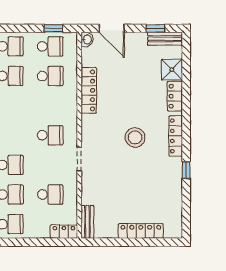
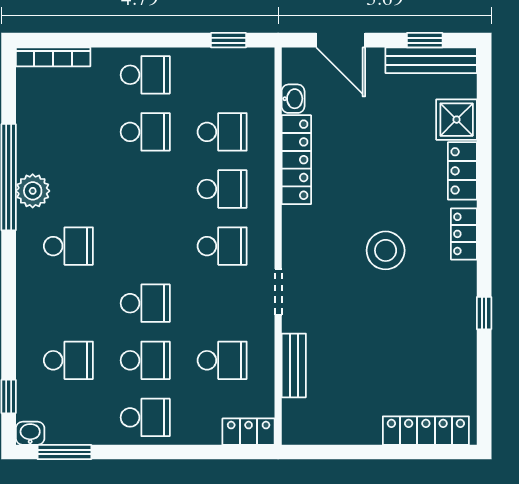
washbasin: (87, 39) -> (293, 99), moved
bench: (165, 39) -> (431, 60), width x1.36
school desk: (50, 46) -> (222, 189), moved
locker: (176, 136) -> (464, 234), width x0.66
bench: (87, 222) -> (294, 365), moved
locker: (141, 231) -> (426, 431), moved

